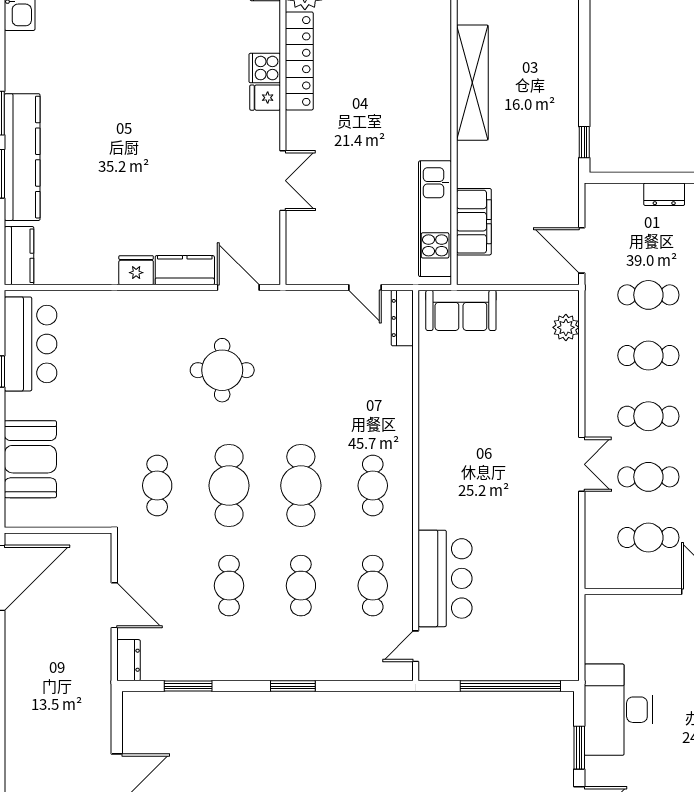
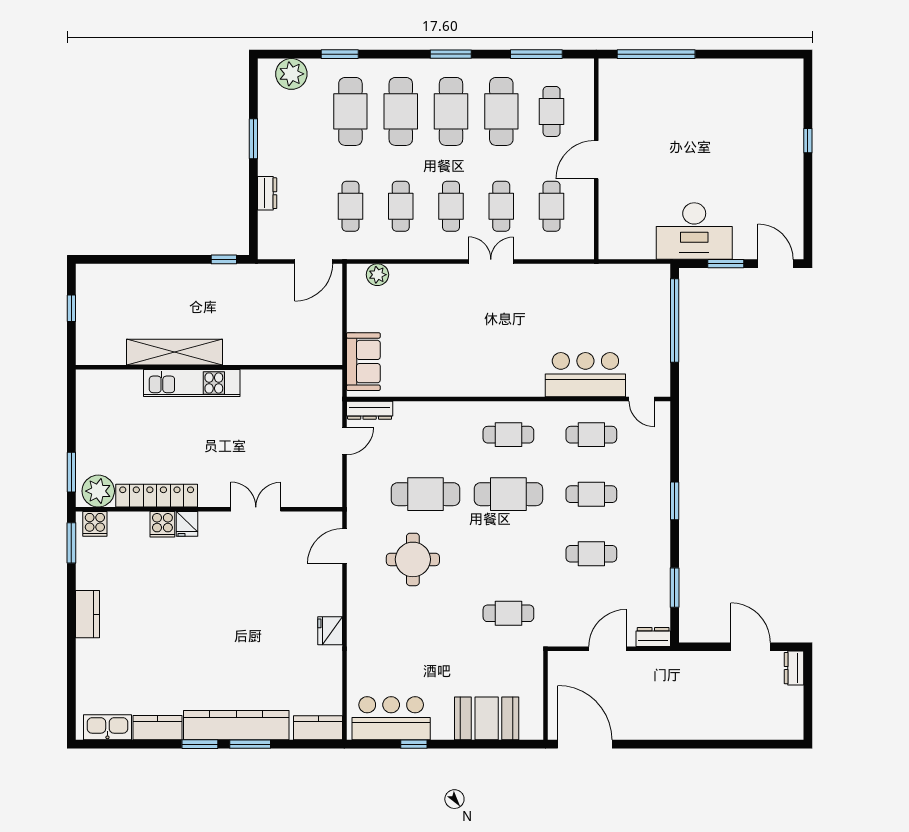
kitchen unit: (435, 219) -> (192, 383), moved
filing cabinet: (474, 222) -> (290, 351), removed
kitchen counter: (185, 270) -> (158, 728), moved, turned 90
cafe table: (229, 486) -> (426, 494), moved

